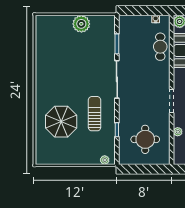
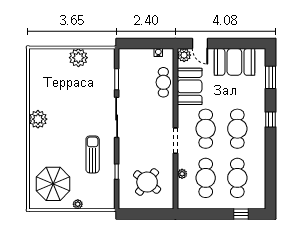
plant: (44, 81) -> (38, 119), added
parasol: (61, 122) -> (53, 184), moved
round table: (145, 139) -> (147, 182), turned 38
plant: (105, 160) -> (78, 204), moved

